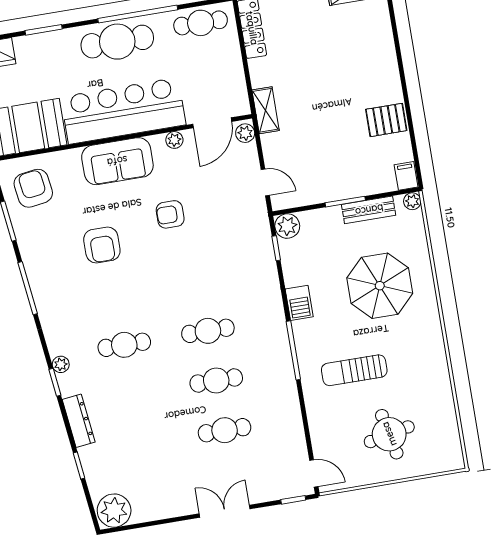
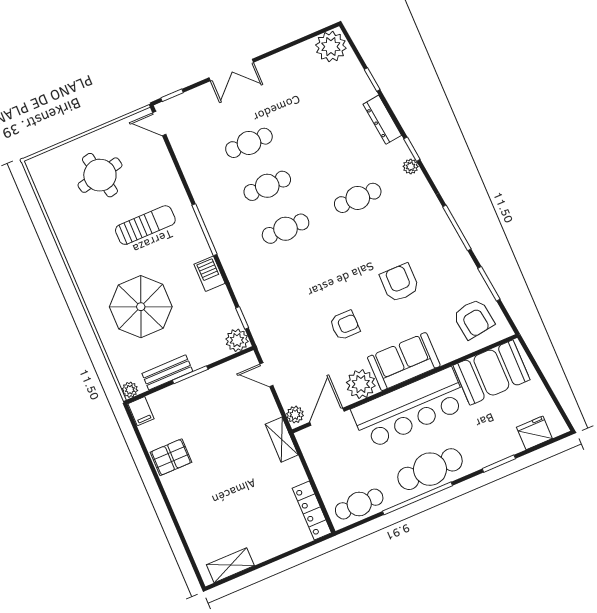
plant: (174, 140) -> (361, 384), width x1.87, depth x1.87

